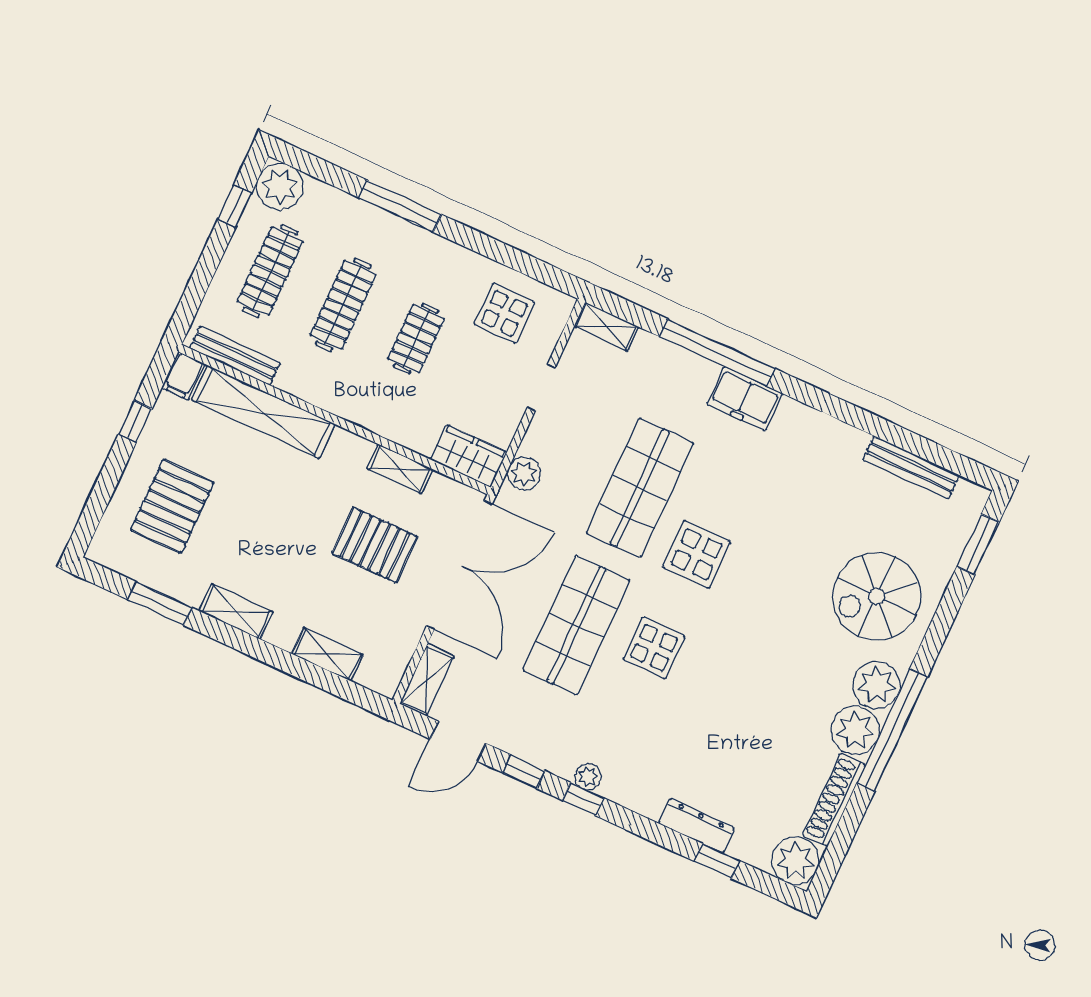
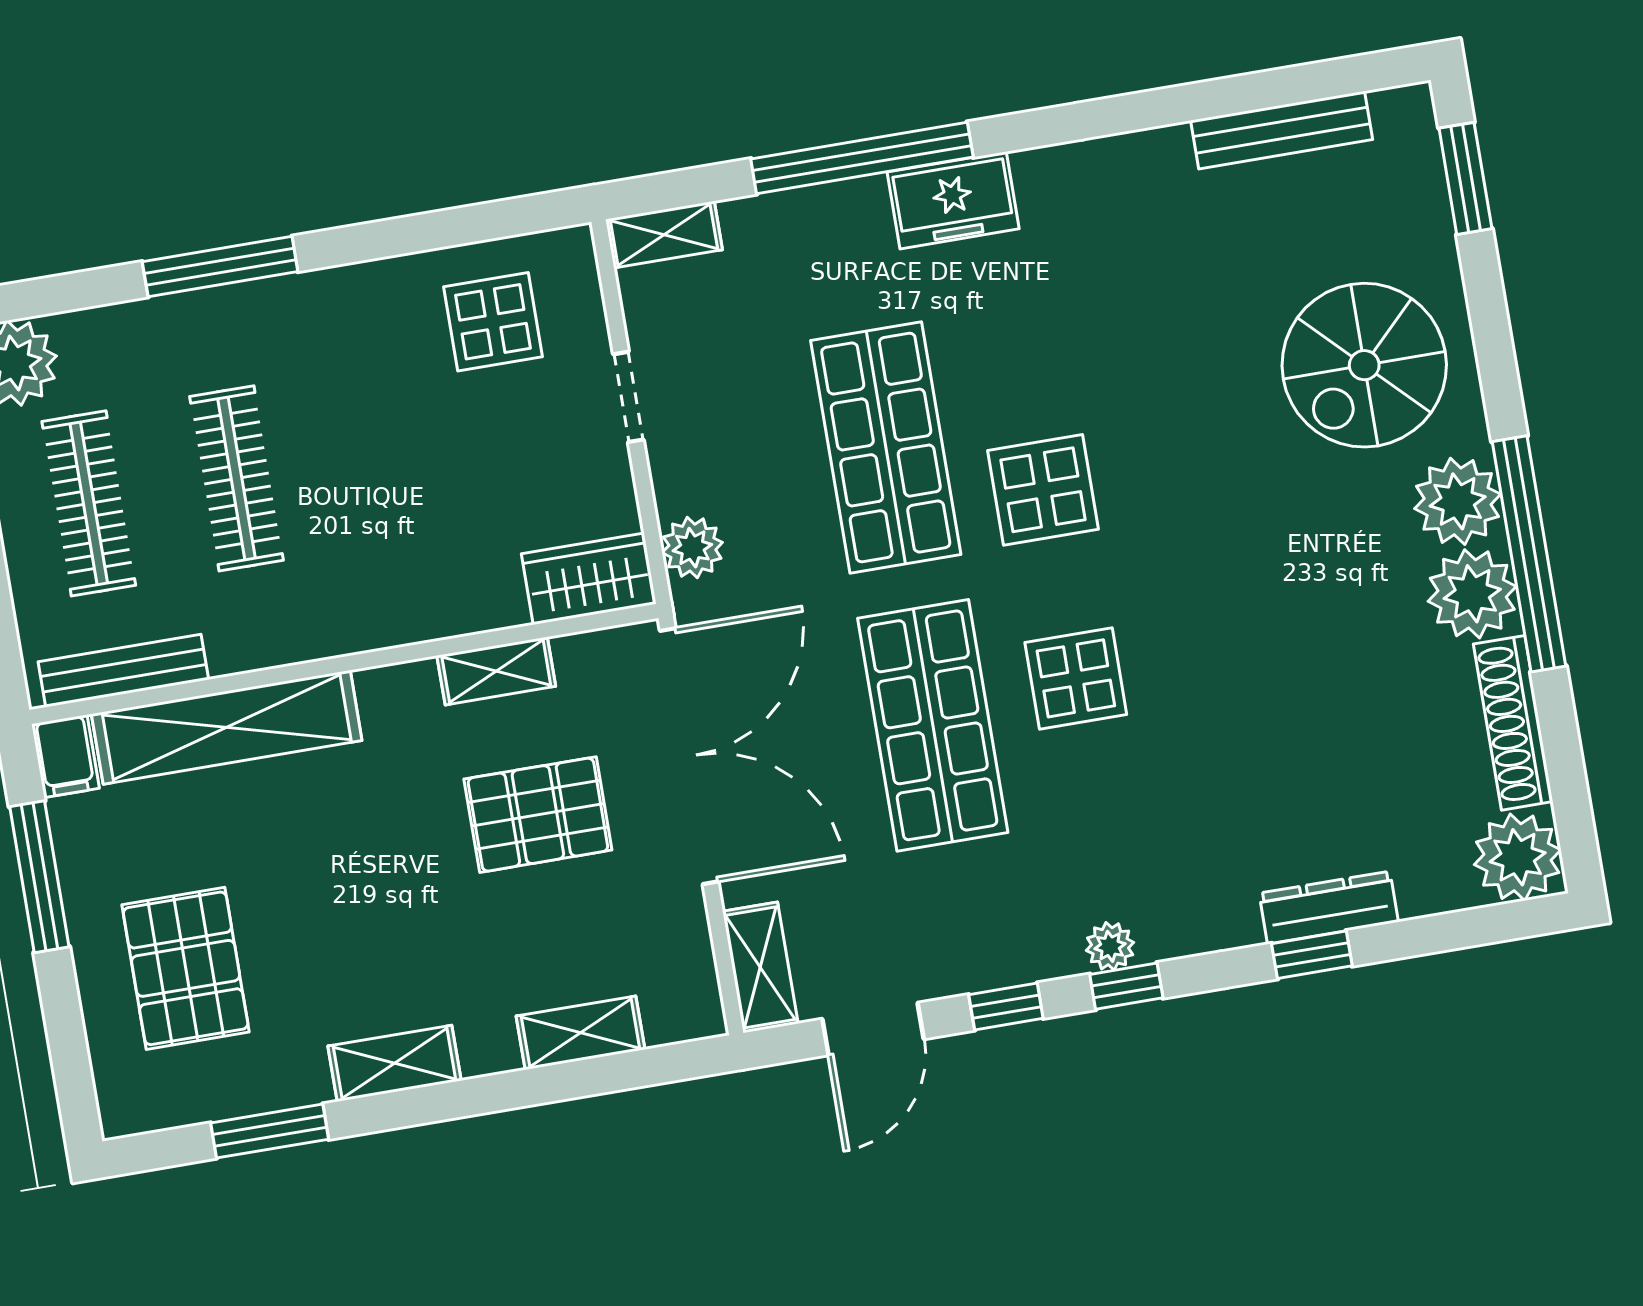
clothes rail: (416, 339) -> (384, 453), removed
window: (135, 421) -> (39, 877), width x2.17
window: (717, 861) -> (1312, 955), moved

